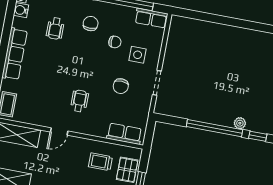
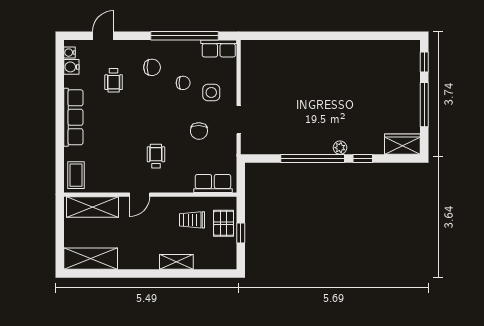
chair: (91, 24) -> (152, 67), turned 90

